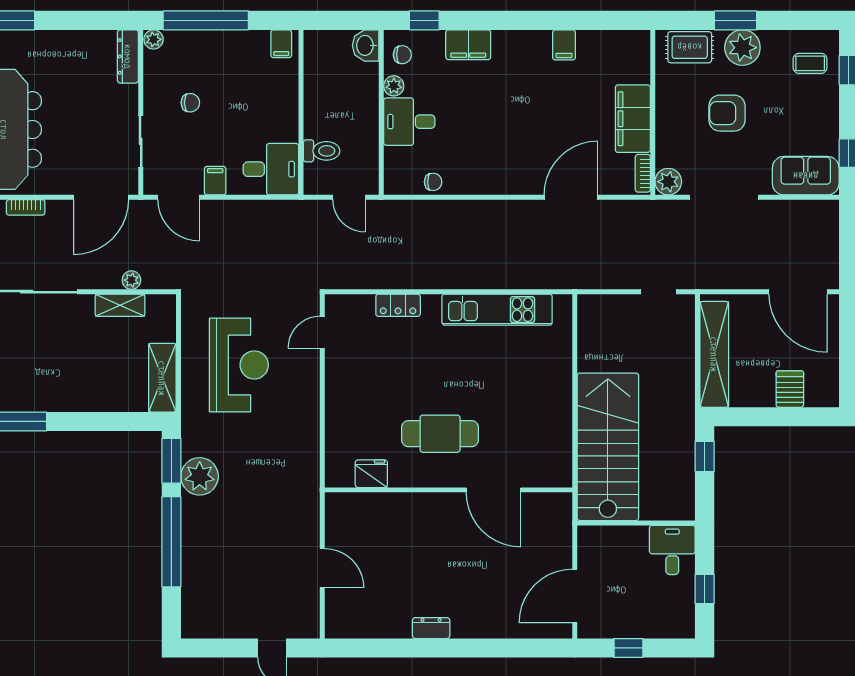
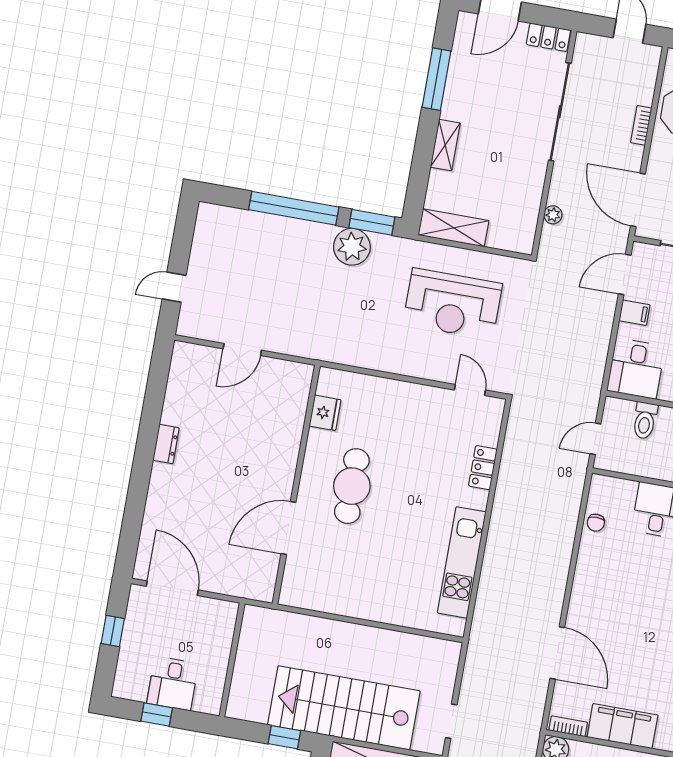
shelving: (120, 305) -> (445, 145), moved
stairs: (608, 447) -> (344, 708), moved, turned 180
desk: (672, 550) -> (173, 683), moved, turned 90

